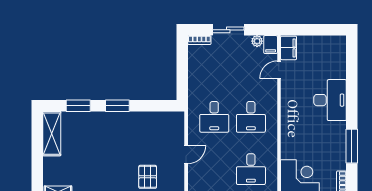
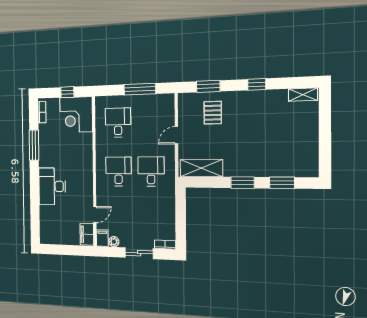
shelving: (52, 134) -> (201, 168), moved, turned 90

